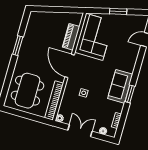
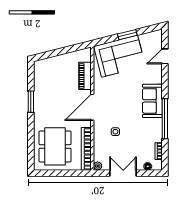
corner sofa: (94, 37) -> (119, 56), moved, turned 76
door: (70, 66) -> (92, 107), hinge flipped
sofa: (120, 86) -> (152, 101), moved
window: (130, 94) -> (165, 119), width x2.11

